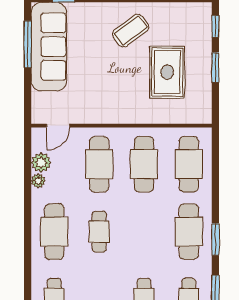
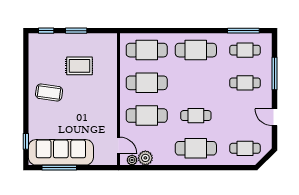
coffee table: (131, 30) -> (49, 92), turned -45
rug: (167, 72) -> (79, 66), width x0.73, depth x0.70
plant: (38, 181) -> (132, 160), moved
window: (215, 239) -> (202, 31), removed

